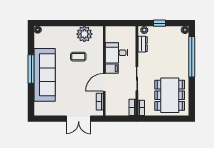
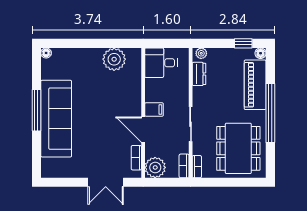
window: (159, 23) -> (243, 43), moved
piano: (181, 52) -> (255, 85), added
desk: (117, 53) -> (161, 63), moved
coffee table: (78, 57) -> (105, 92), removed
window: (192, 57) -> (270, 113), moved
door: (104, 82) -> (143, 130), hinge flipped
plant: (113, 108) -> (155, 167), added

